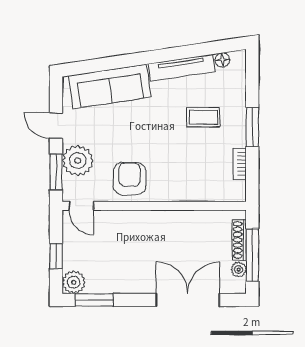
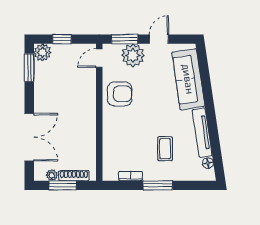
window: (252, 255) -> (63, 185), width x0.69

